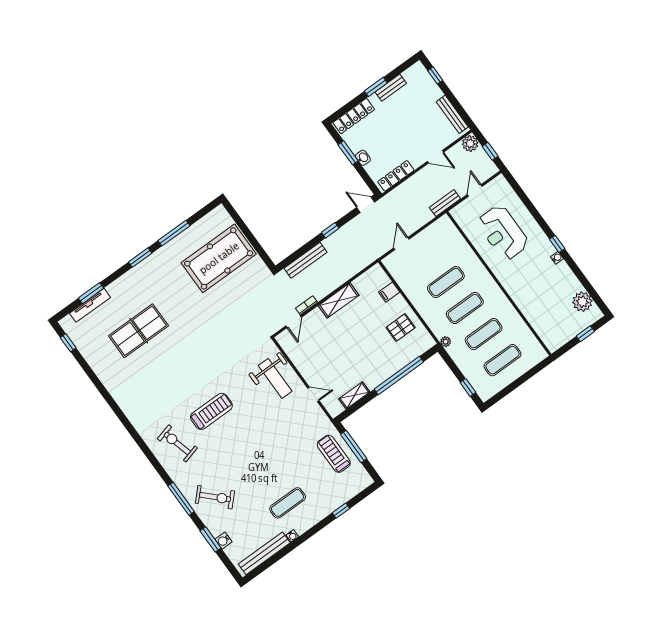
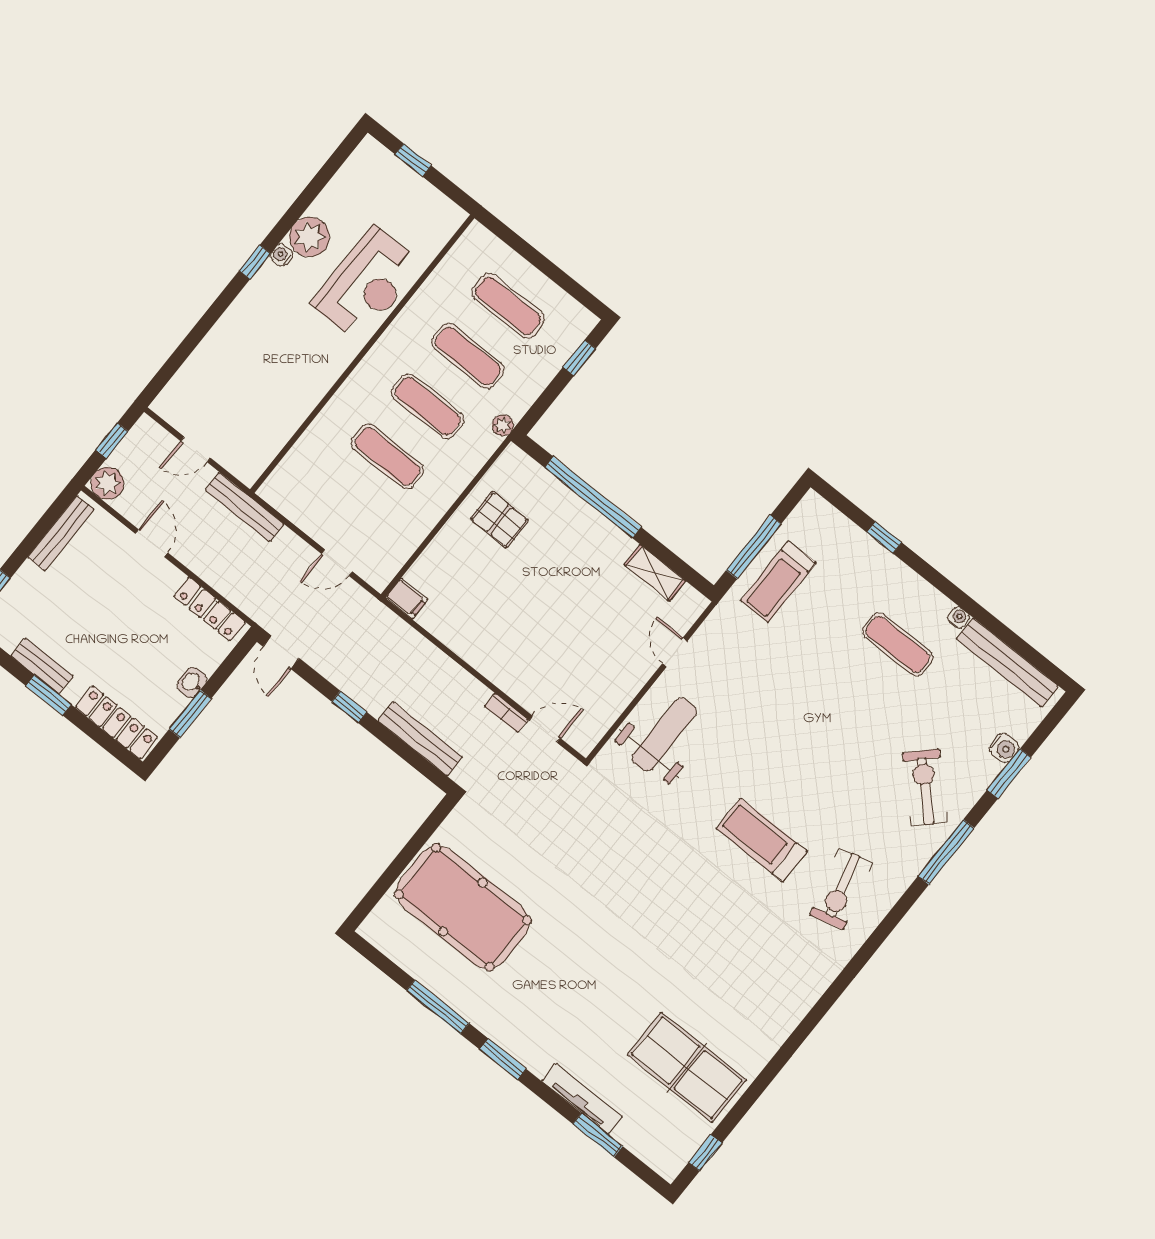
bench: (445, 203) -> (245, 507), width x1.36
reception desk: (503, 233) -> (367, 284), moved
filing cabinet: (389, 292) -> (407, 598), moved
shelving: (339, 300) -> (480, 654), removed
plant: (582, 302) -> (310, 237), moved
tv unit: (90, 305) -> (582, 1099), moved
table tennis table: (138, 331) -> (687, 1067), moved

